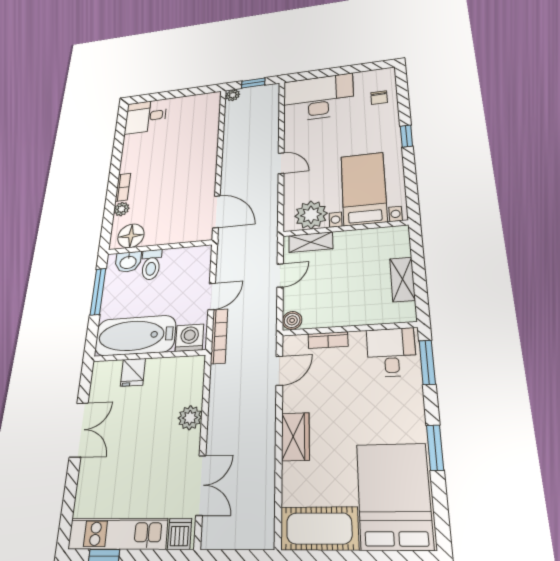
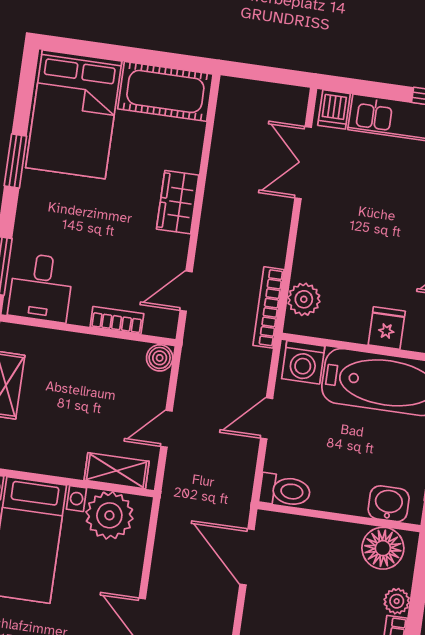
toilet: (151, 265) -> (285, 491), moved, turned 90
bookcase: (219, 336) -> (268, 307), moved
plant: (190, 418) -> (304, 299), moved

